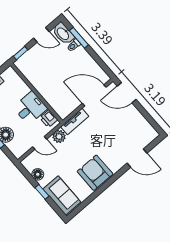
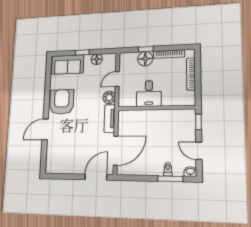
washbasin: (63, 34) -> (190, 172), width x0.52, depth x0.69
door: (41, 35) -> (199, 151), hinge flipped
printer: (49, 119) -> (129, 101), removed
door: (137, 158) -> (45, 129), moved
armchair: (95, 173) -> (62, 102), turned -90

